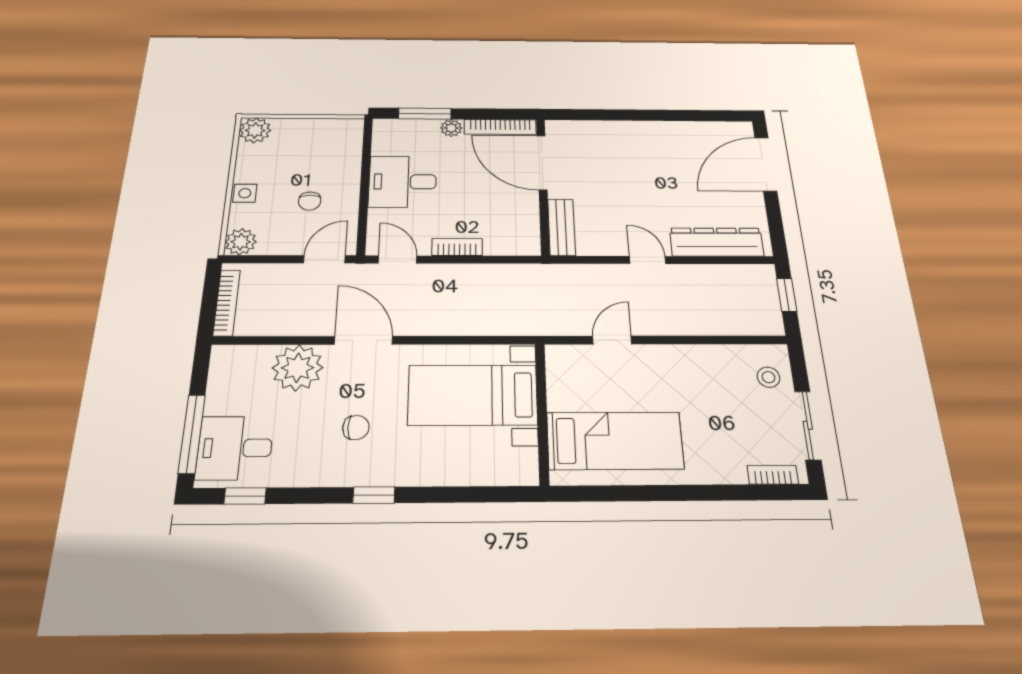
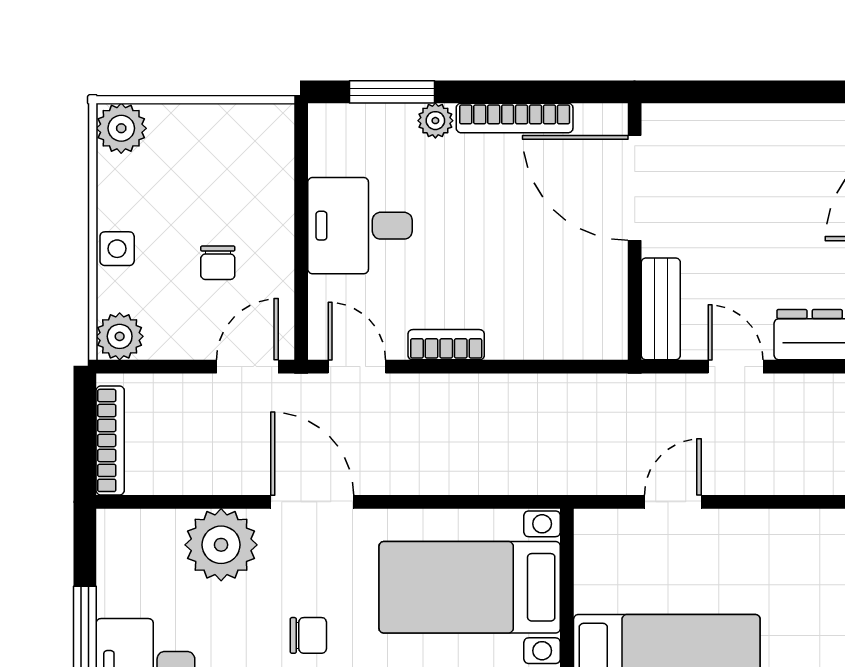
door: (542, 163) -> (635, 188), moved
wall: (543, 185) -> (635, 232), moved
bench: (562, 227) -> (661, 309), moved

